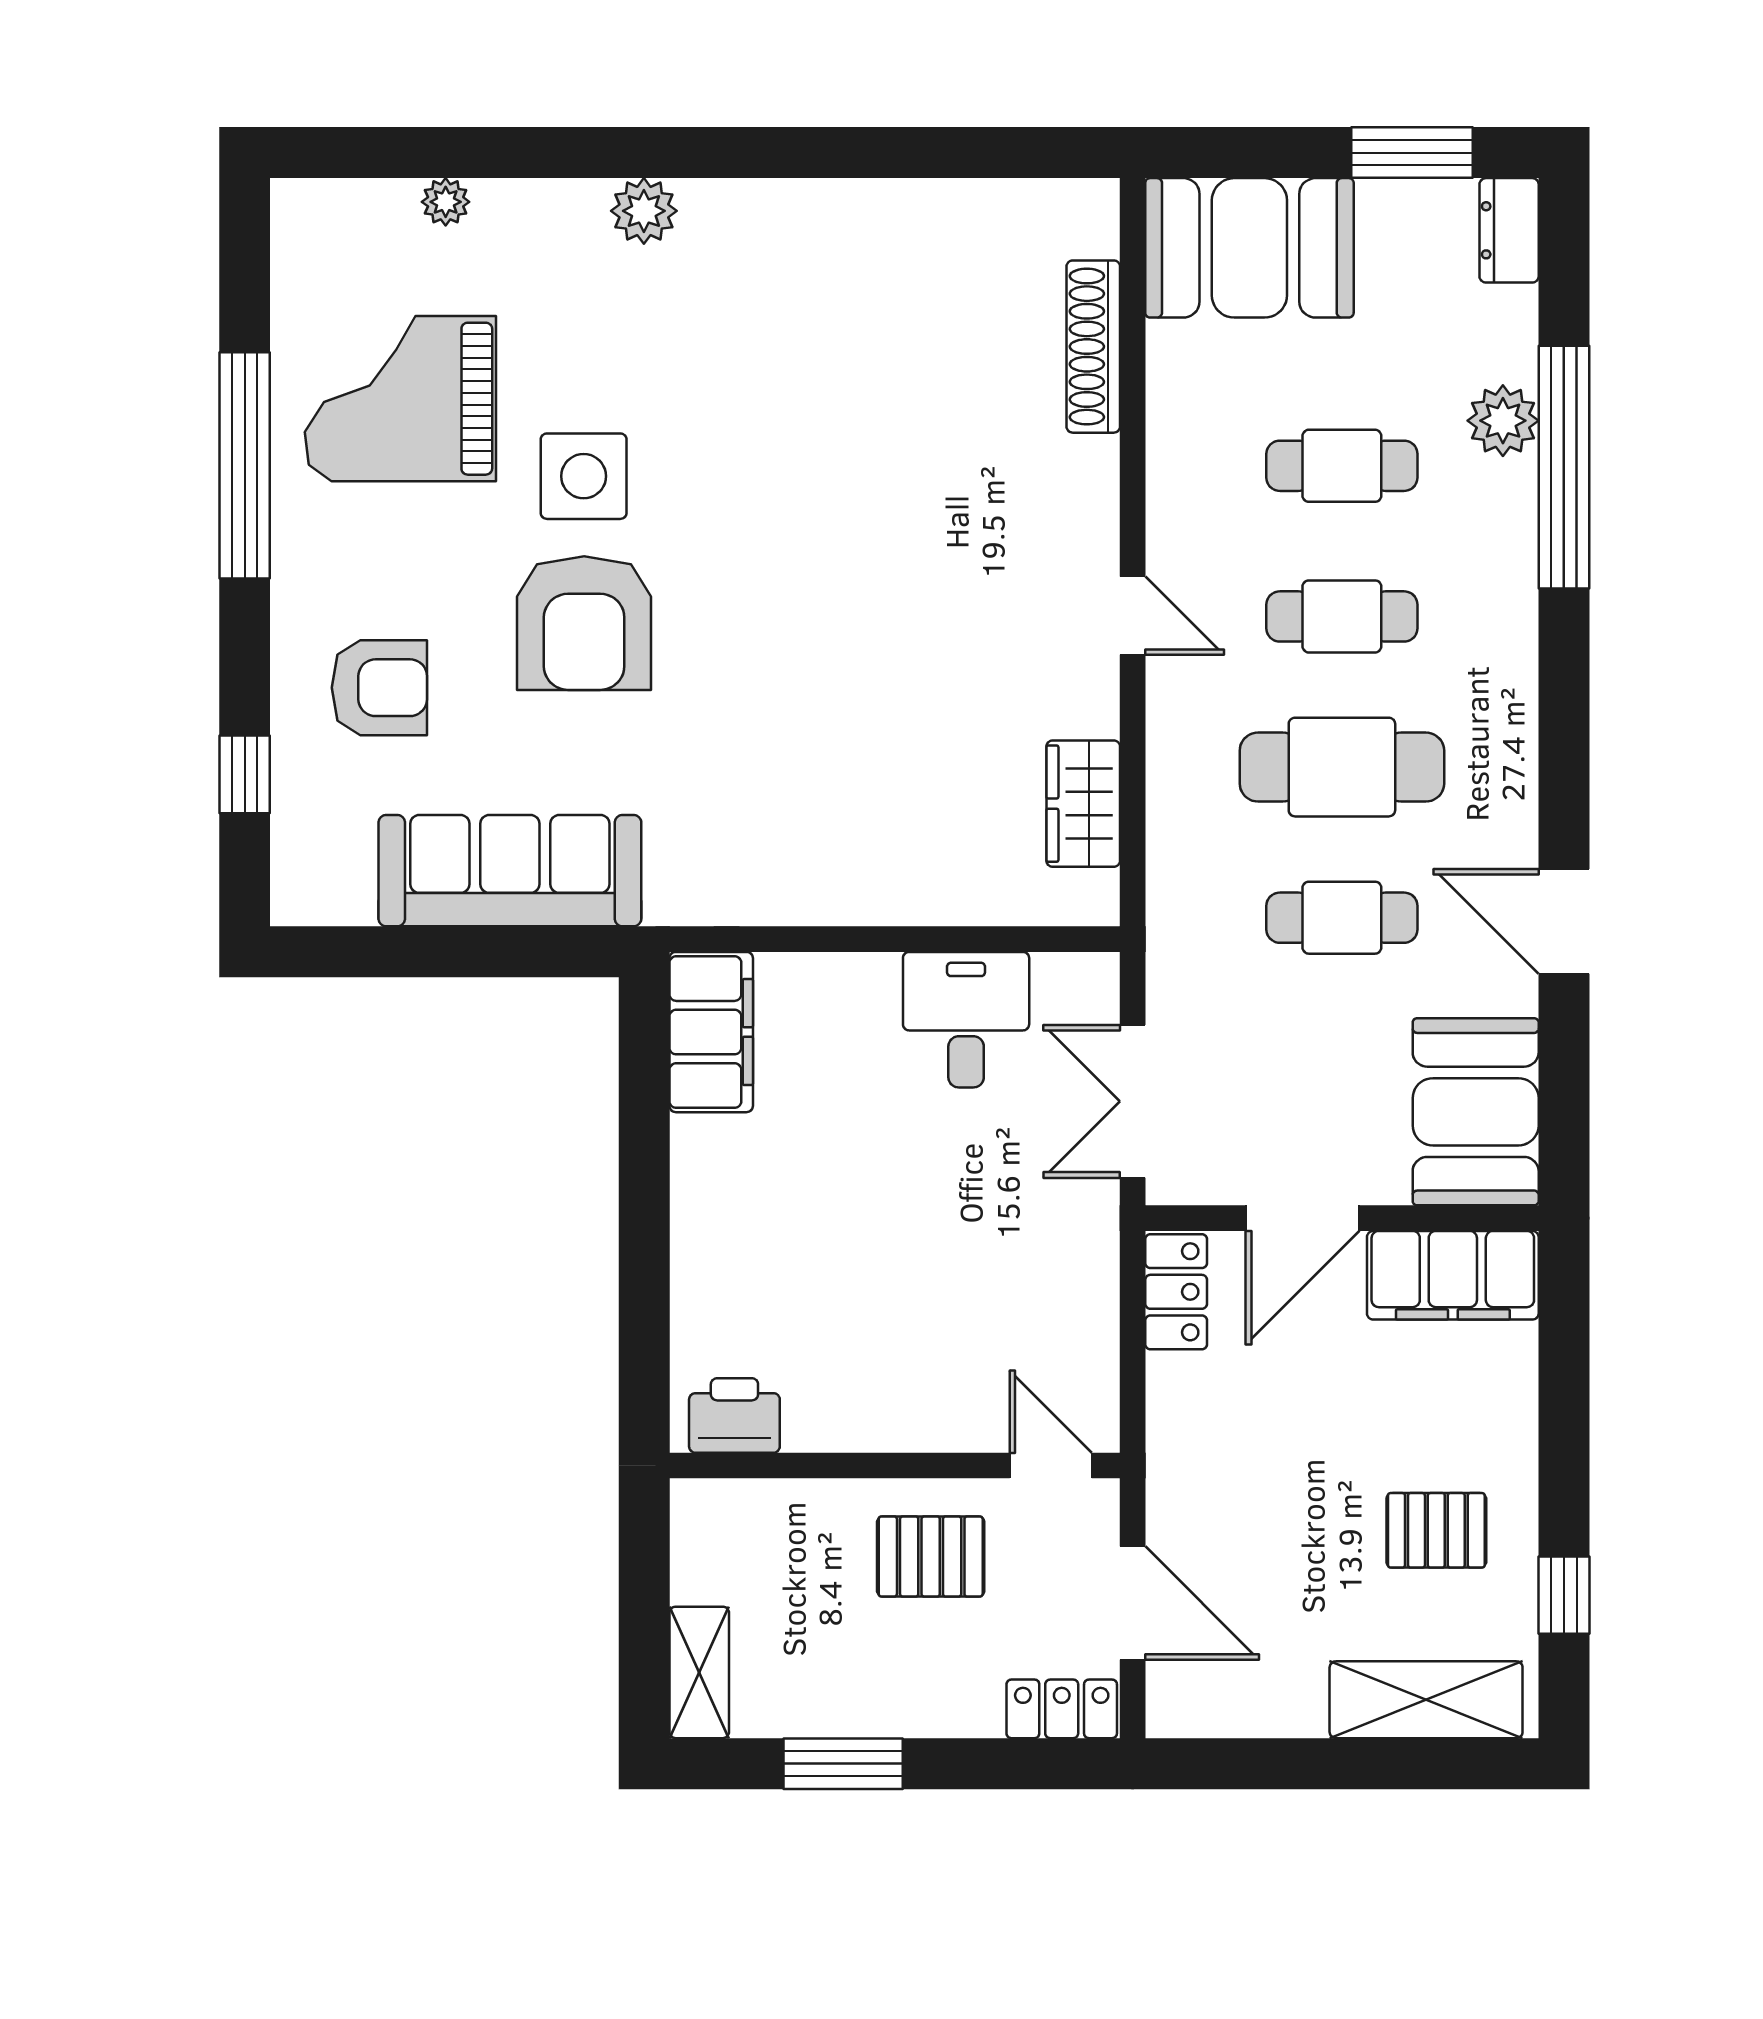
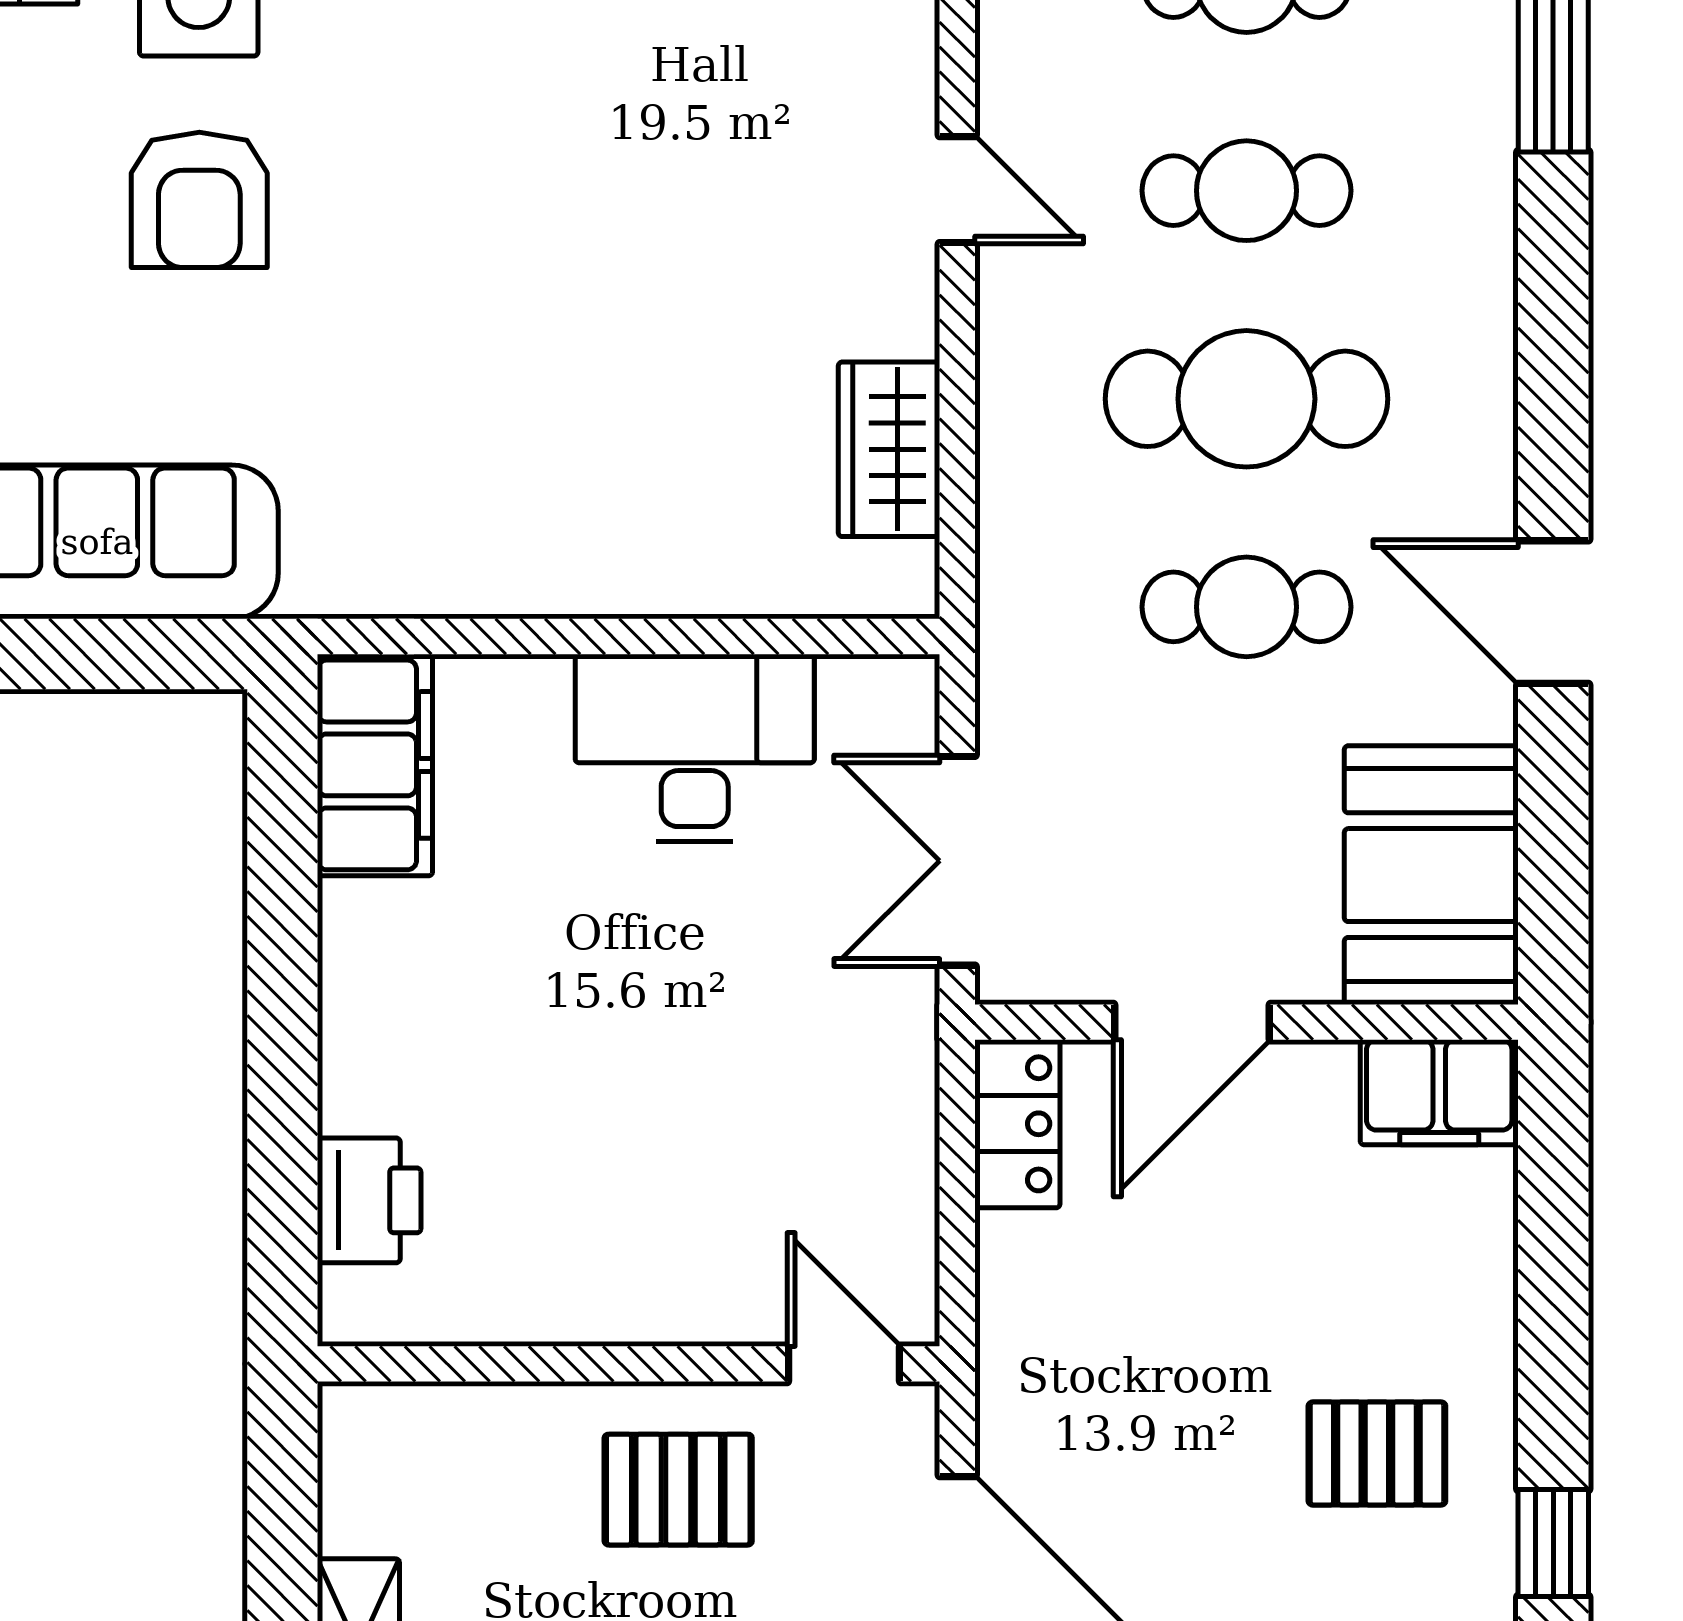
armchair: (584, 623) -> (199, 200), width x0.73, depth x0.73
desk: (966, 1020) -> (695, 748), width x1.37
filing cabinet: (1453, 1275) -> (1439, 1092), width x0.67, depth x0.86
printer: (734, 1415) -> (369, 1200), moved, turned 90

